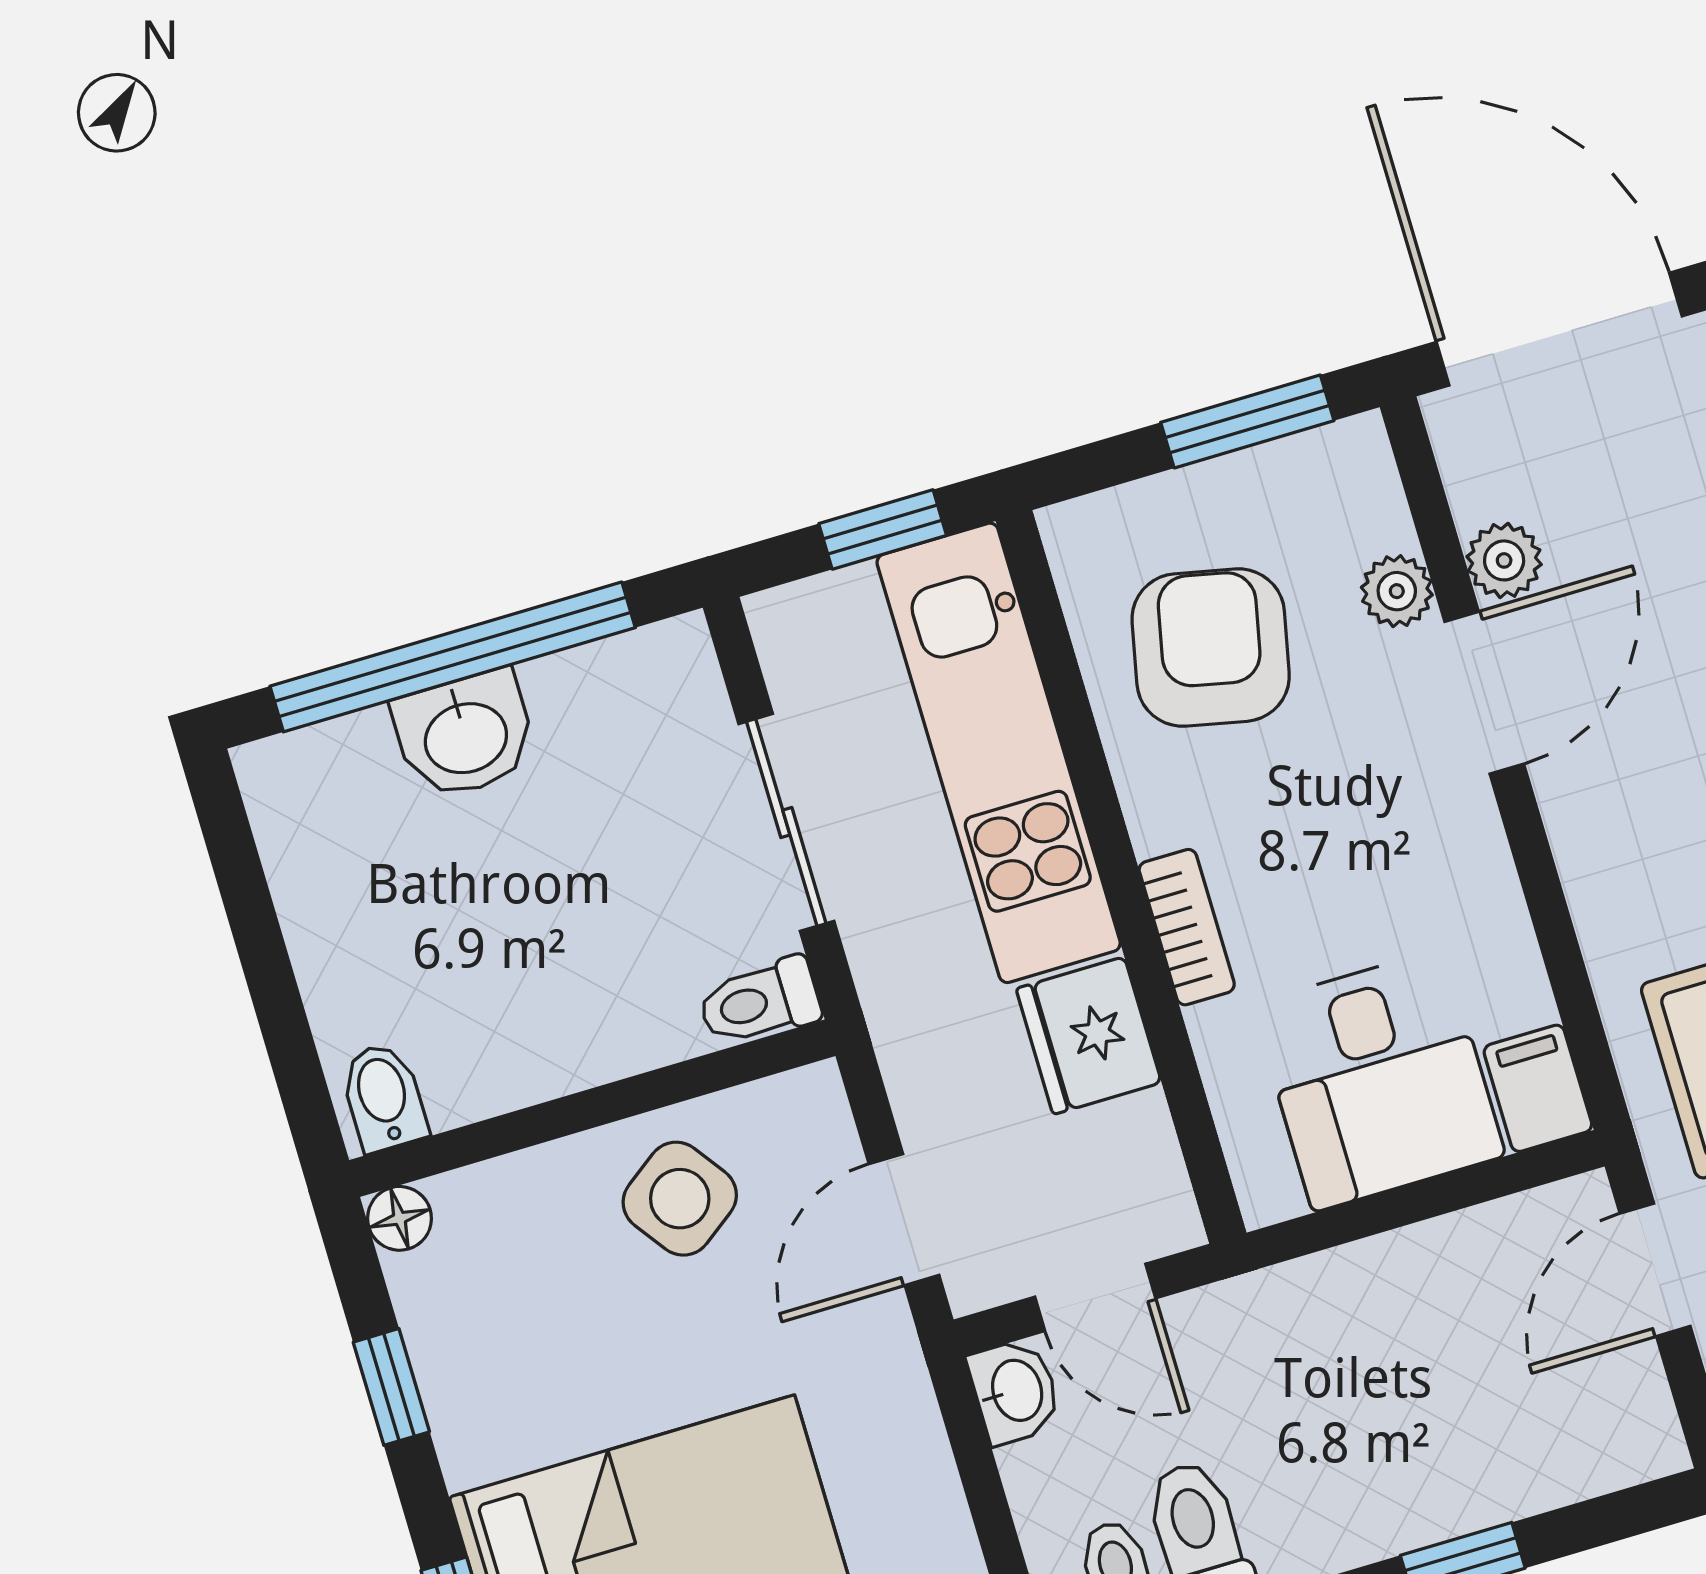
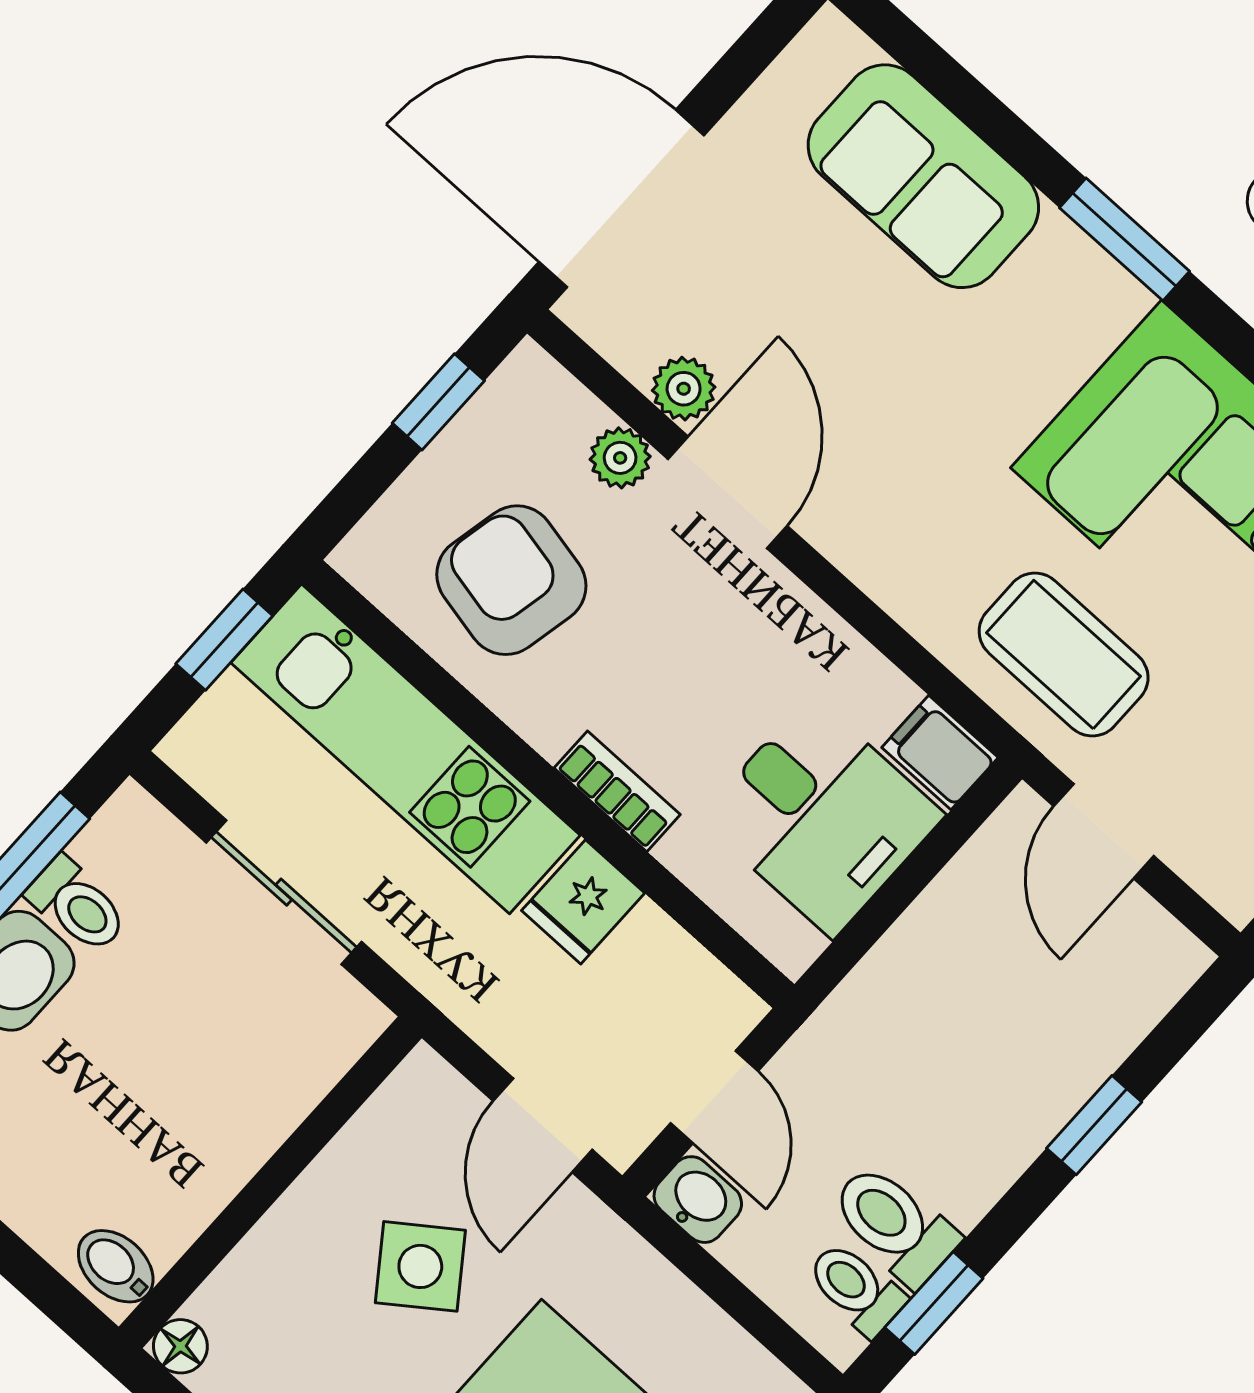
window: (1247, 422) -> (438, 402), width x0.67
toilet: (759, 1002) -> (77, 905), moved, turned -90
fridge: (1089, 1036) -> (583, 902), width x0.72
side table: (680, 1199) -> (420, 1266), moved
door: (1095, 1297) -> (714, 1097), hinge flipped

